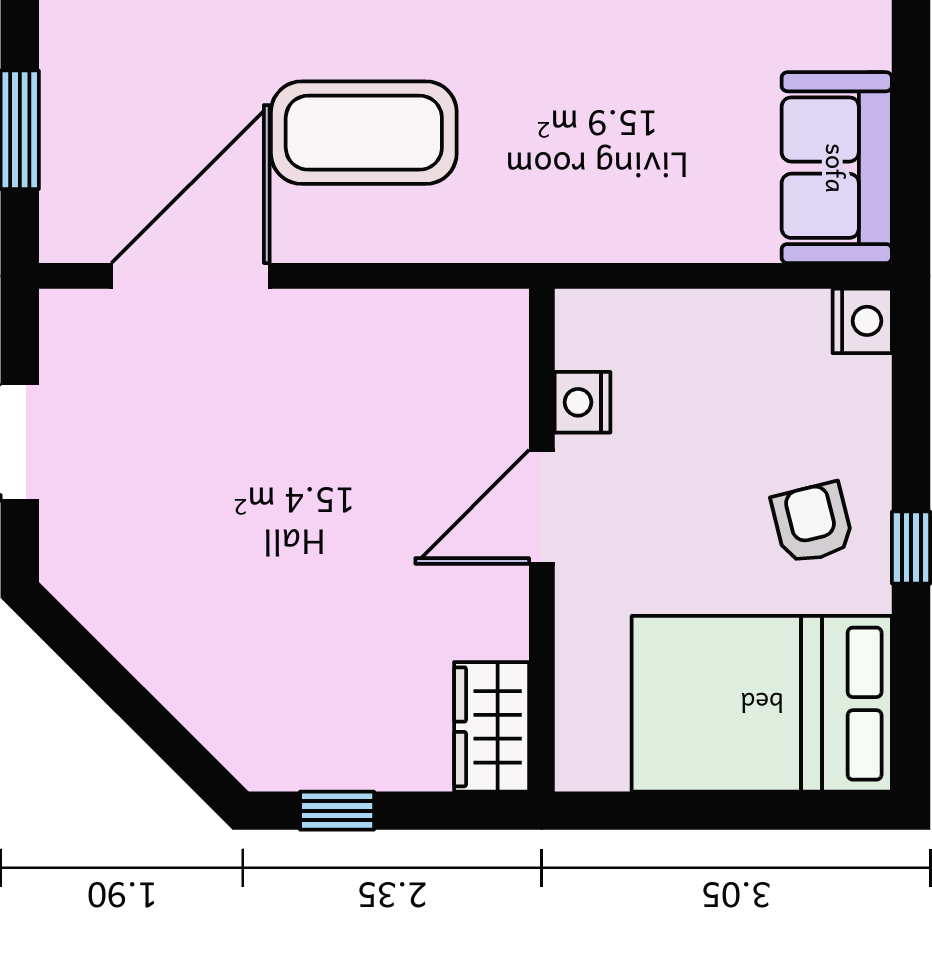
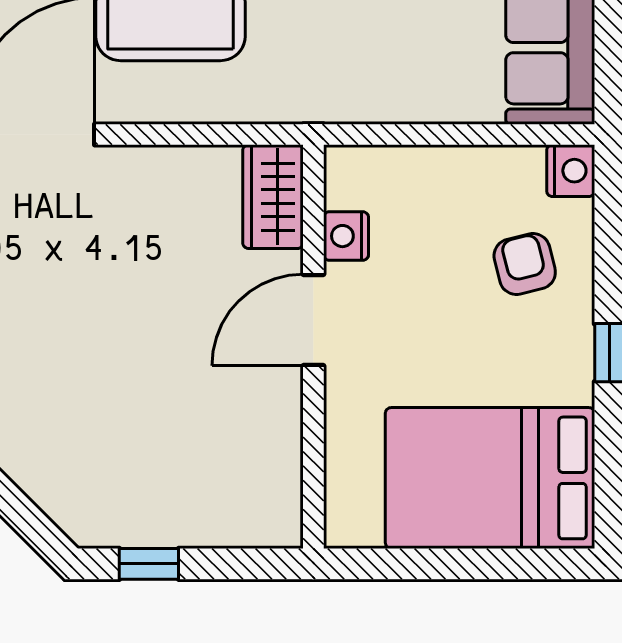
armchair: (812, 523) -> (525, 264), moved
wardrobe: (492, 727) -> (273, 197), moved

